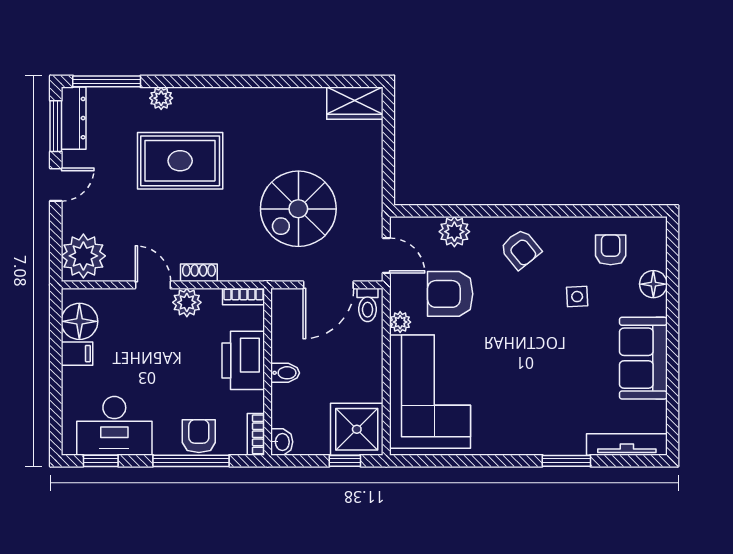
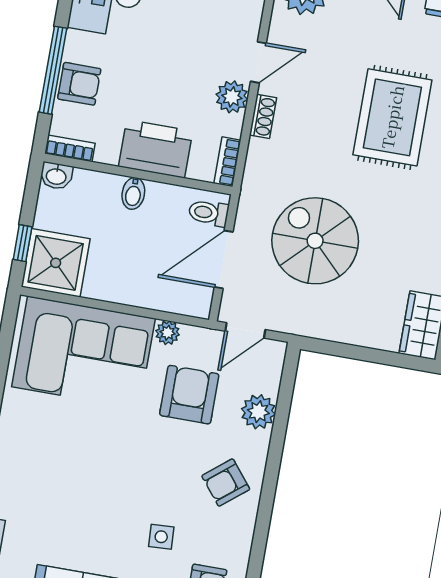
door: (328, 285) -> (224, 259), hinge flipped
toilet: (368, 305) -> (209, 213), moved

